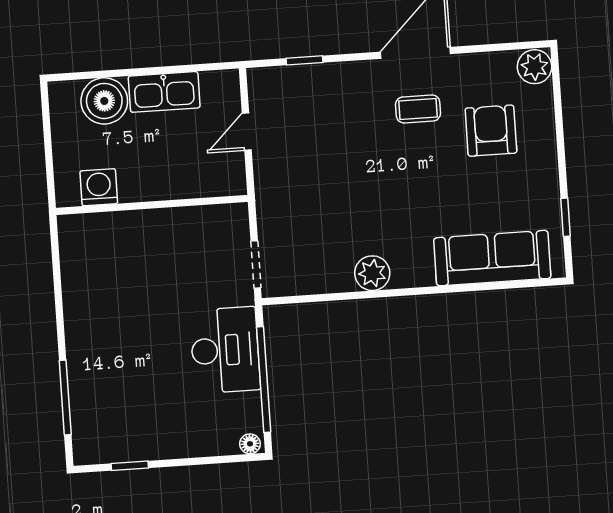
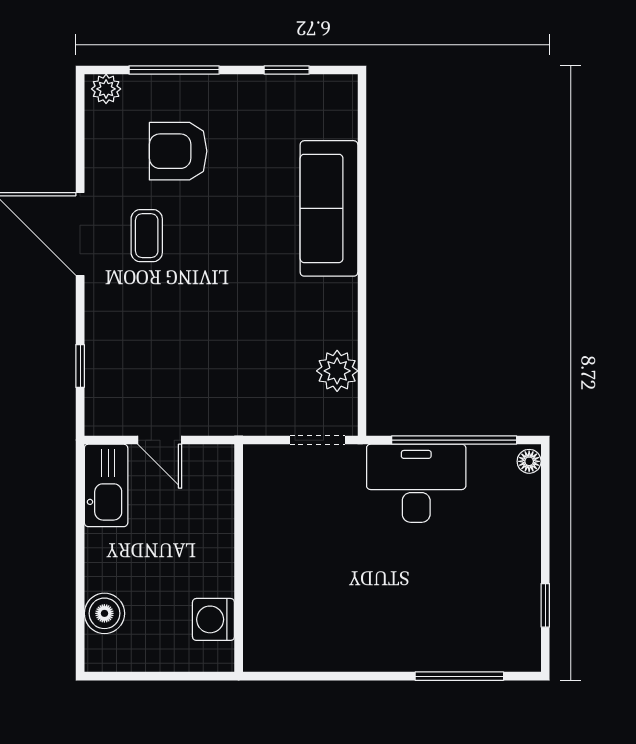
plant: (535, 67) -> (106, 89), width x0.73, depth x0.73
kitchen sink: (164, 92) -> (106, 485), moved
boiler: (104, 101) -> (104, 613), width x0.73, depth x0.73
window: (559, 123) -> (174, 70), added
sofa: (492, 258) -> (329, 208), moved
plant: (372, 273) -> (337, 371), moved

